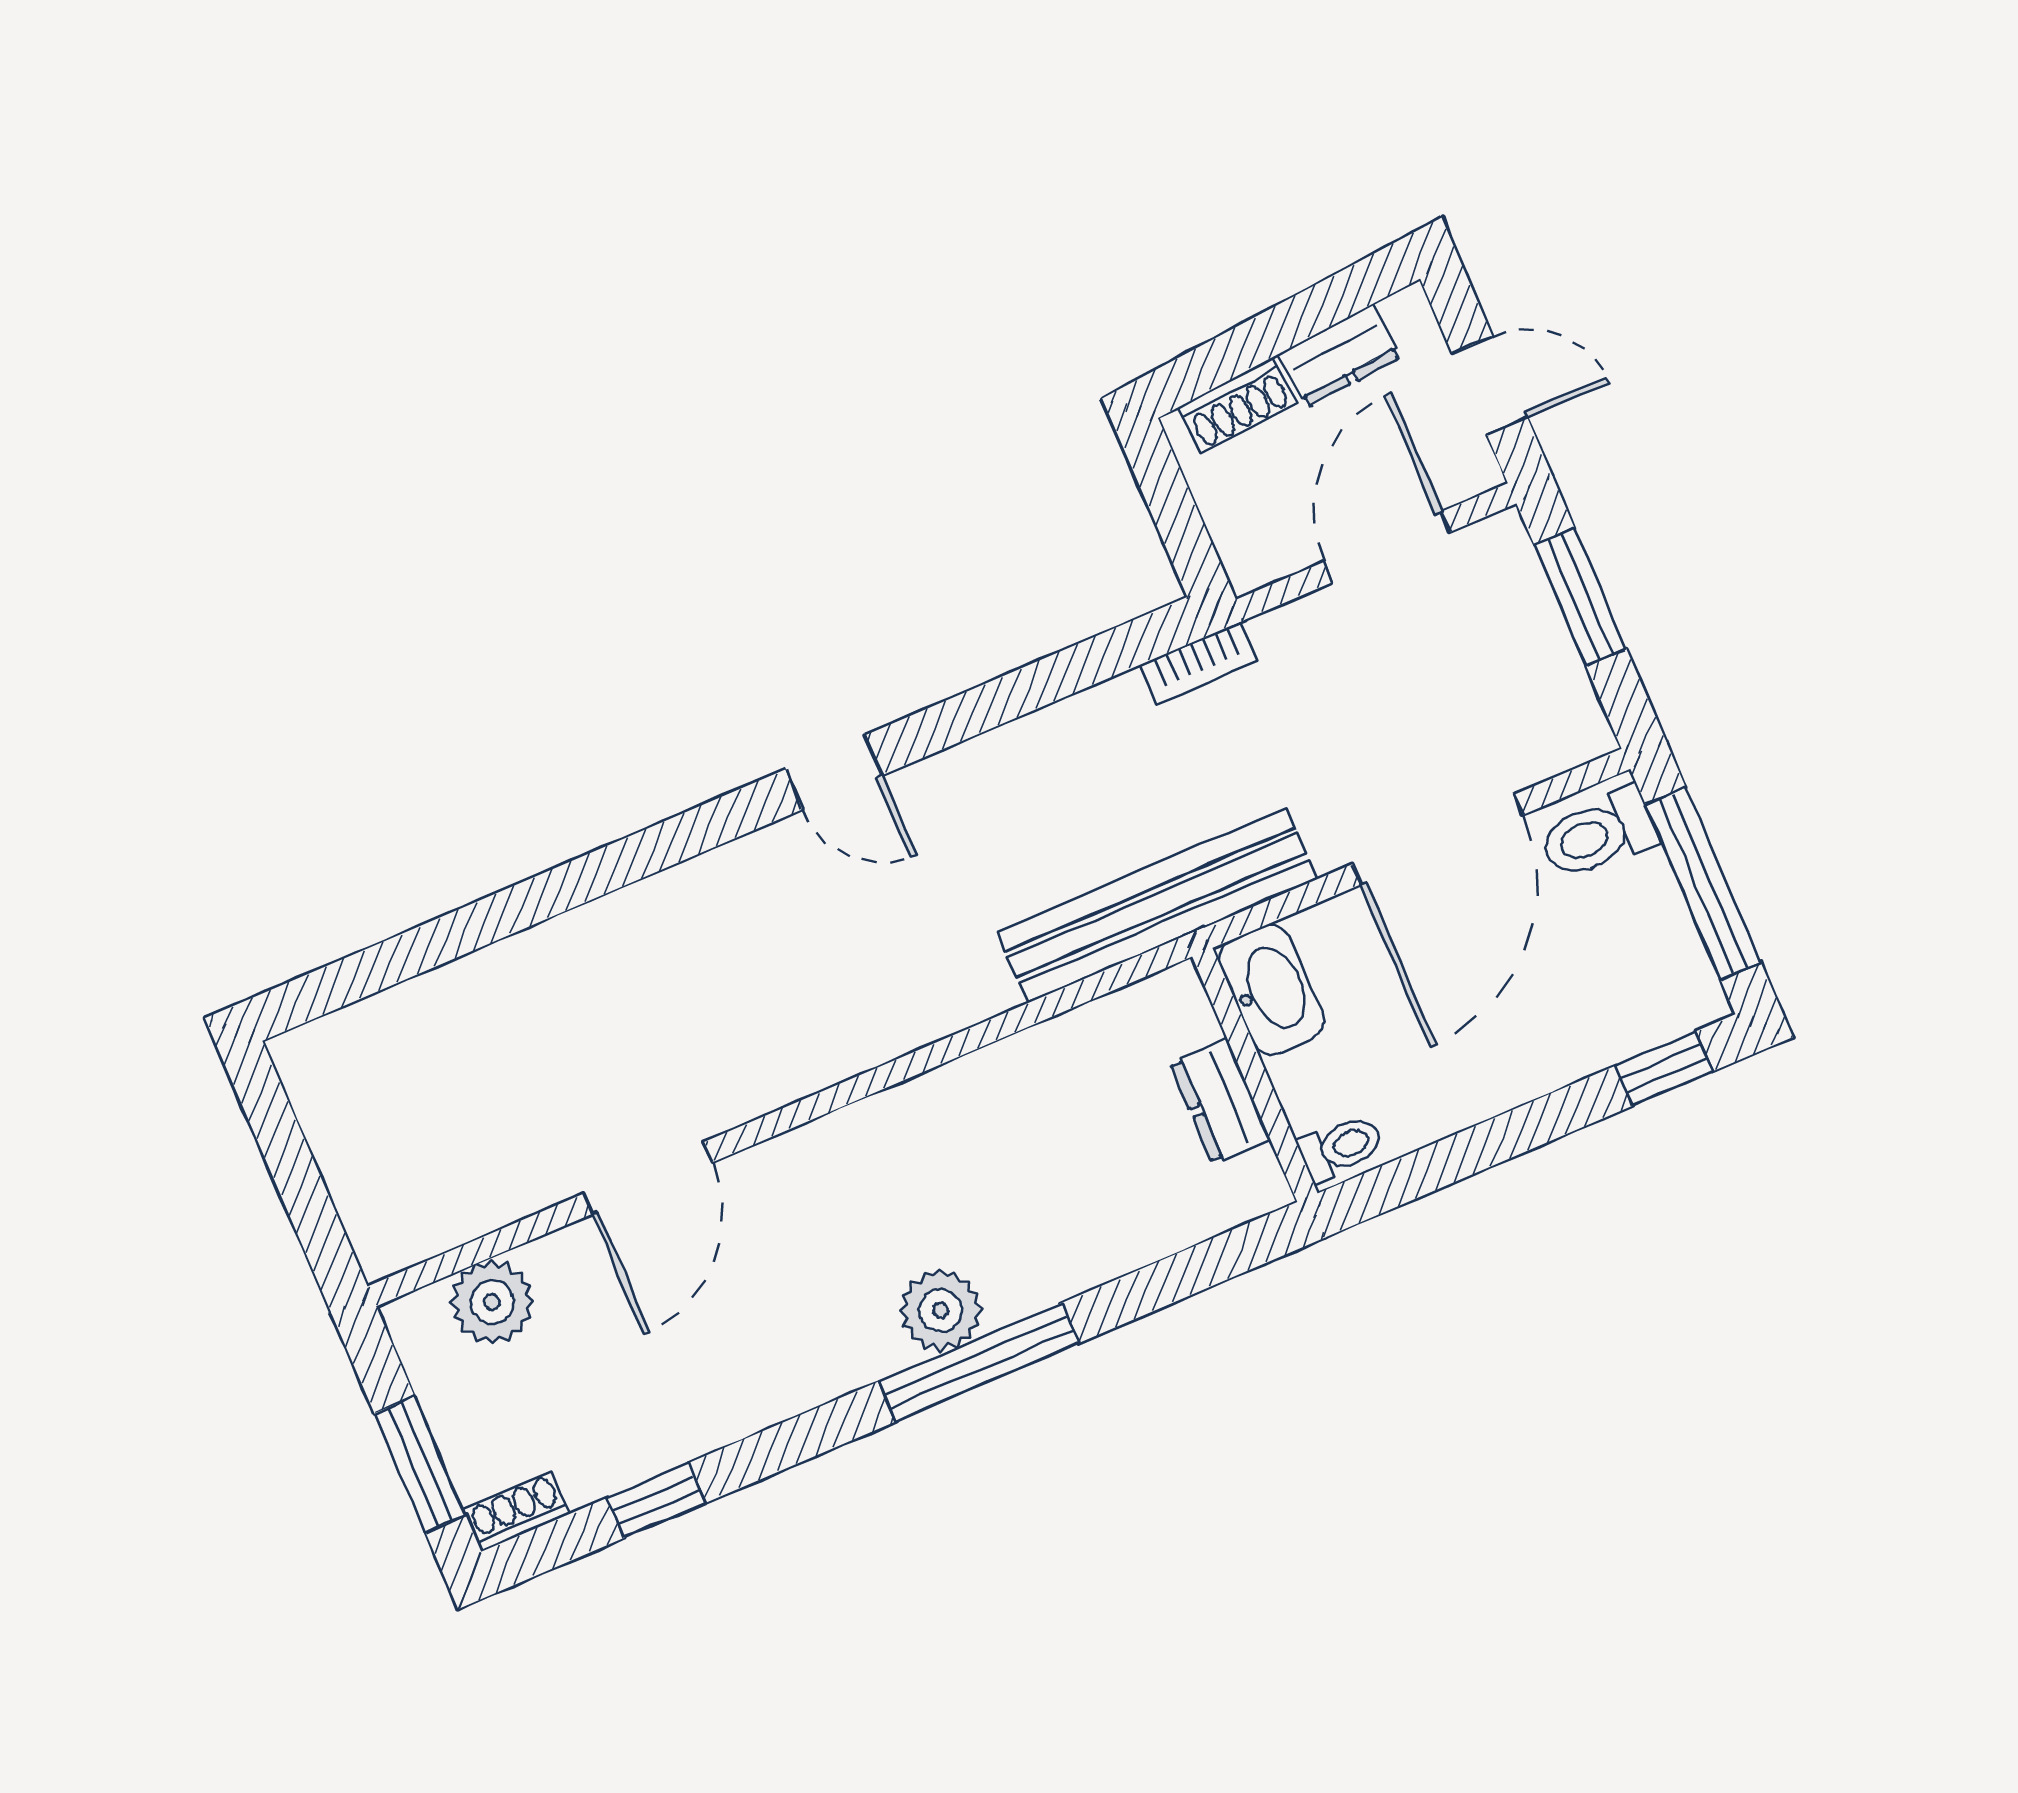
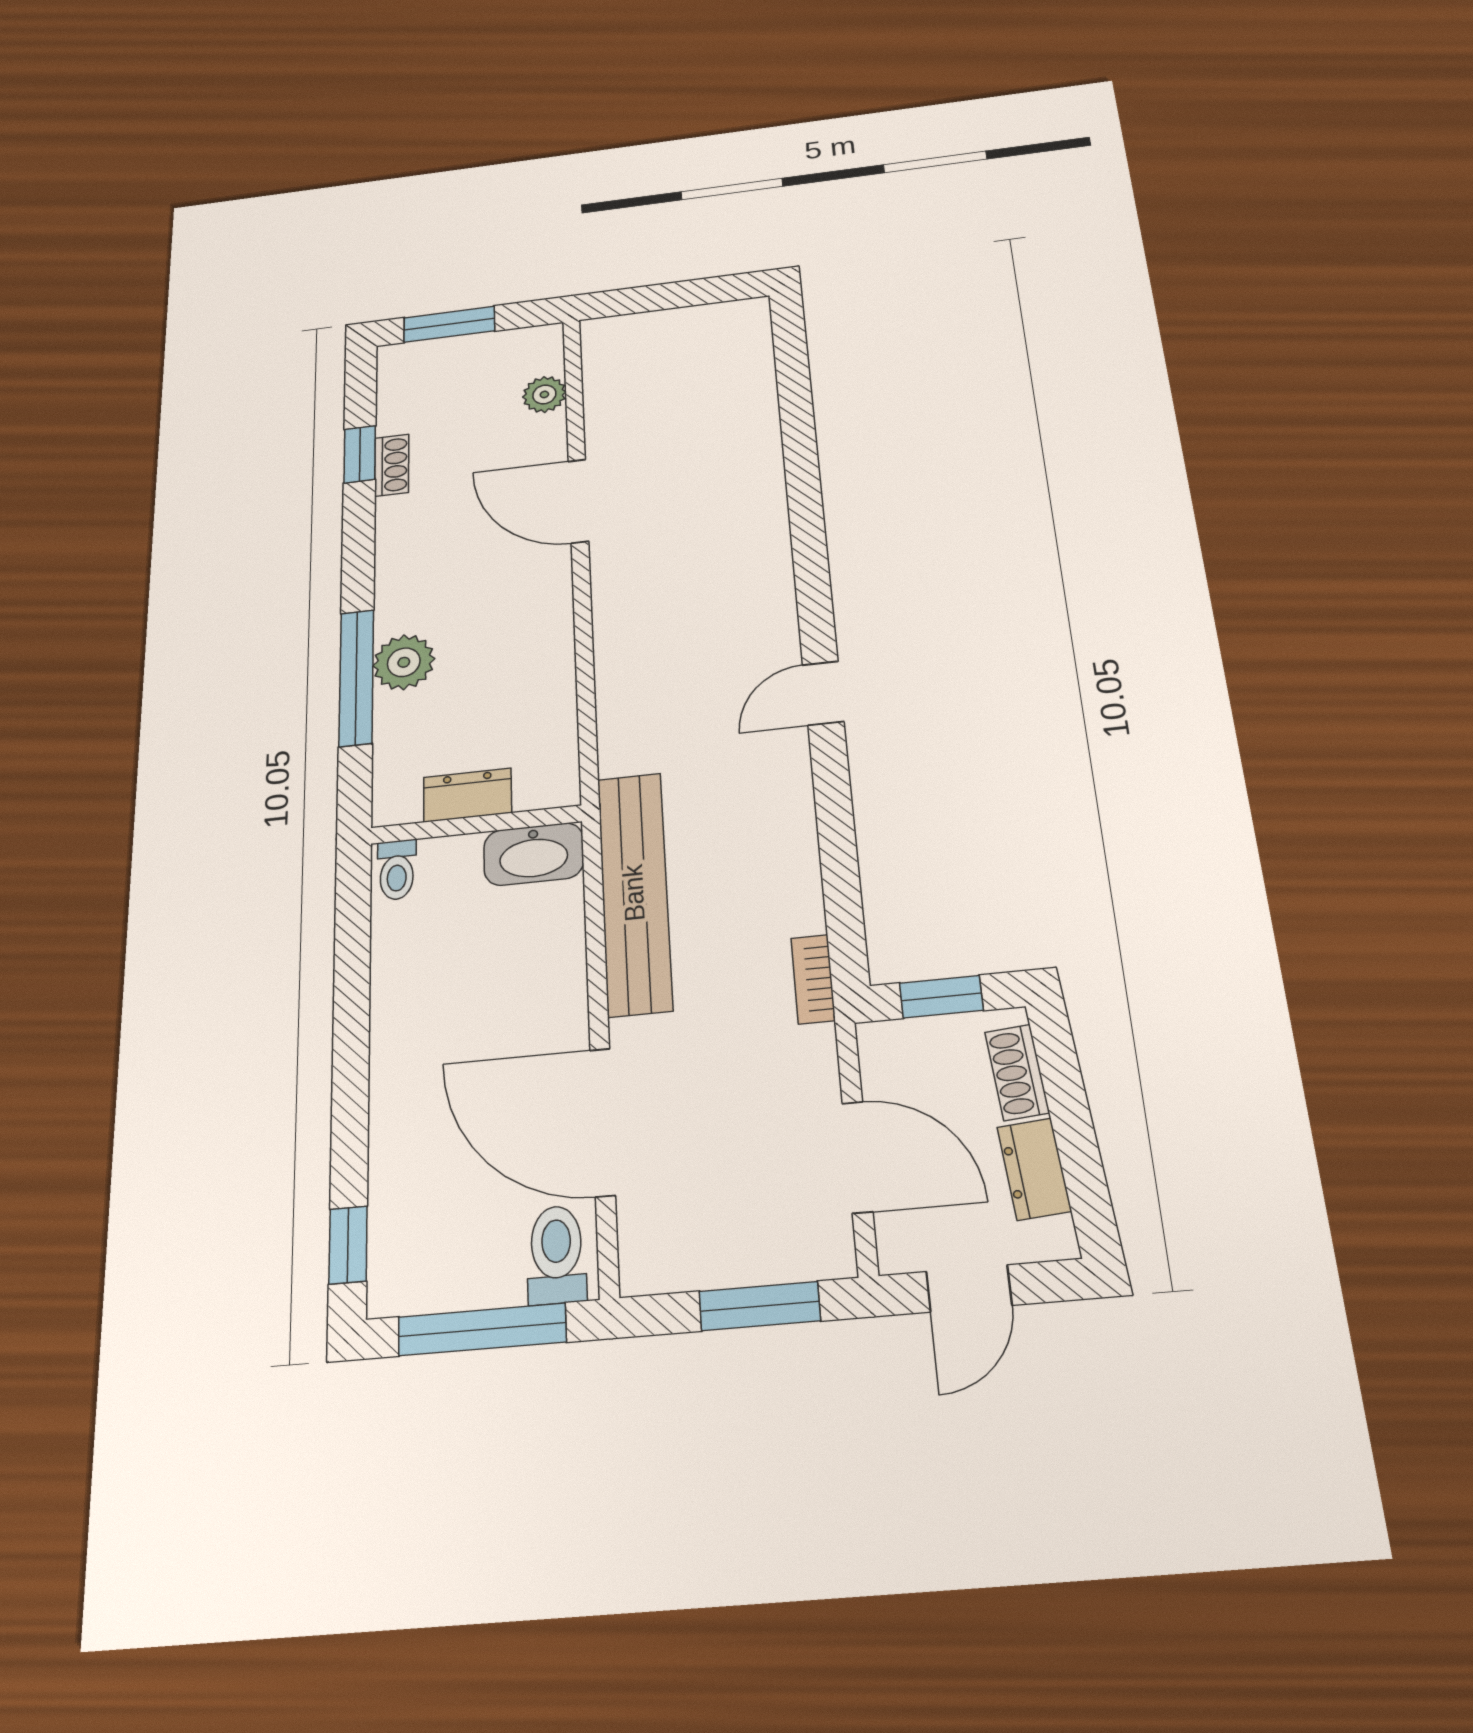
window: (1175, 514) -> (941, 997), added
washbasin: (1271, 990) -> (534, 854), moved
wall: (1255, 1075) -> (476, 825), moved
dresser: (1220, 1101) -> (467, 795), moved
toilet: (1341, 1147) -> (397, 870), moved
plant: (492, 1302) -> (544, 394), width x0.73, depth x0.73
shoe rack: (516, 1512) -> (392, 465), moved

